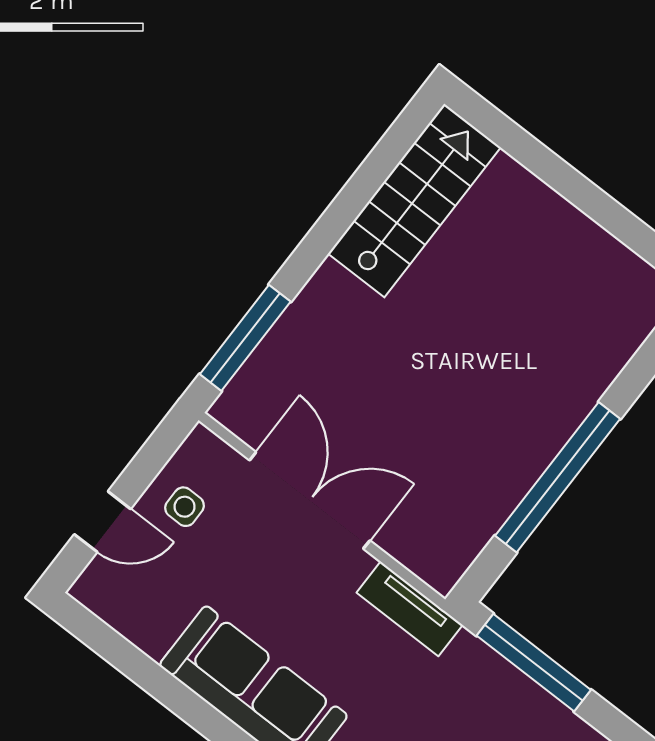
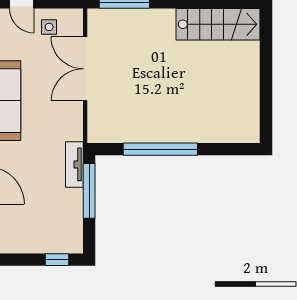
double door: (310, 500) -> (85, 69), swing flipped
tv unit: (410, 609) -> (74, 164), moved

